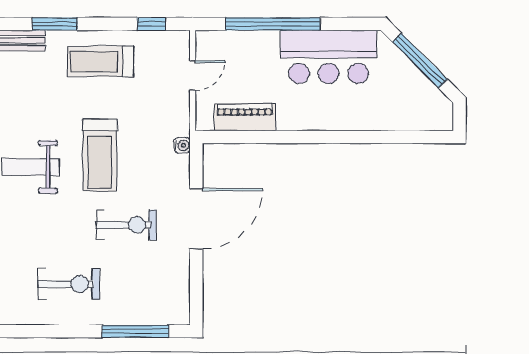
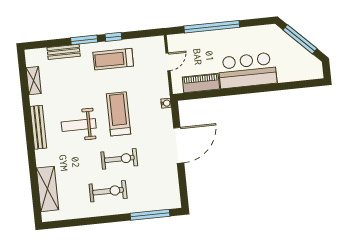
window: (152, 24) -> (113, 37), moved
bar counter: (329, 57) -> (247, 70), moved, turned 180
treadmill: (100, 155) -> (118, 114), turned 180
exercise bike: (126, 225) -> (119, 159), moved

